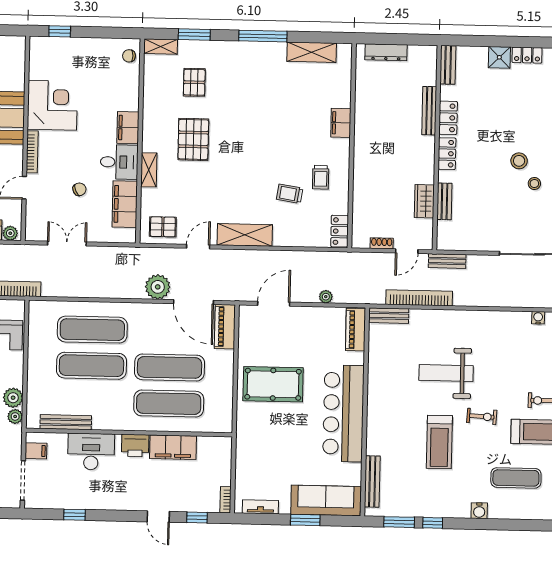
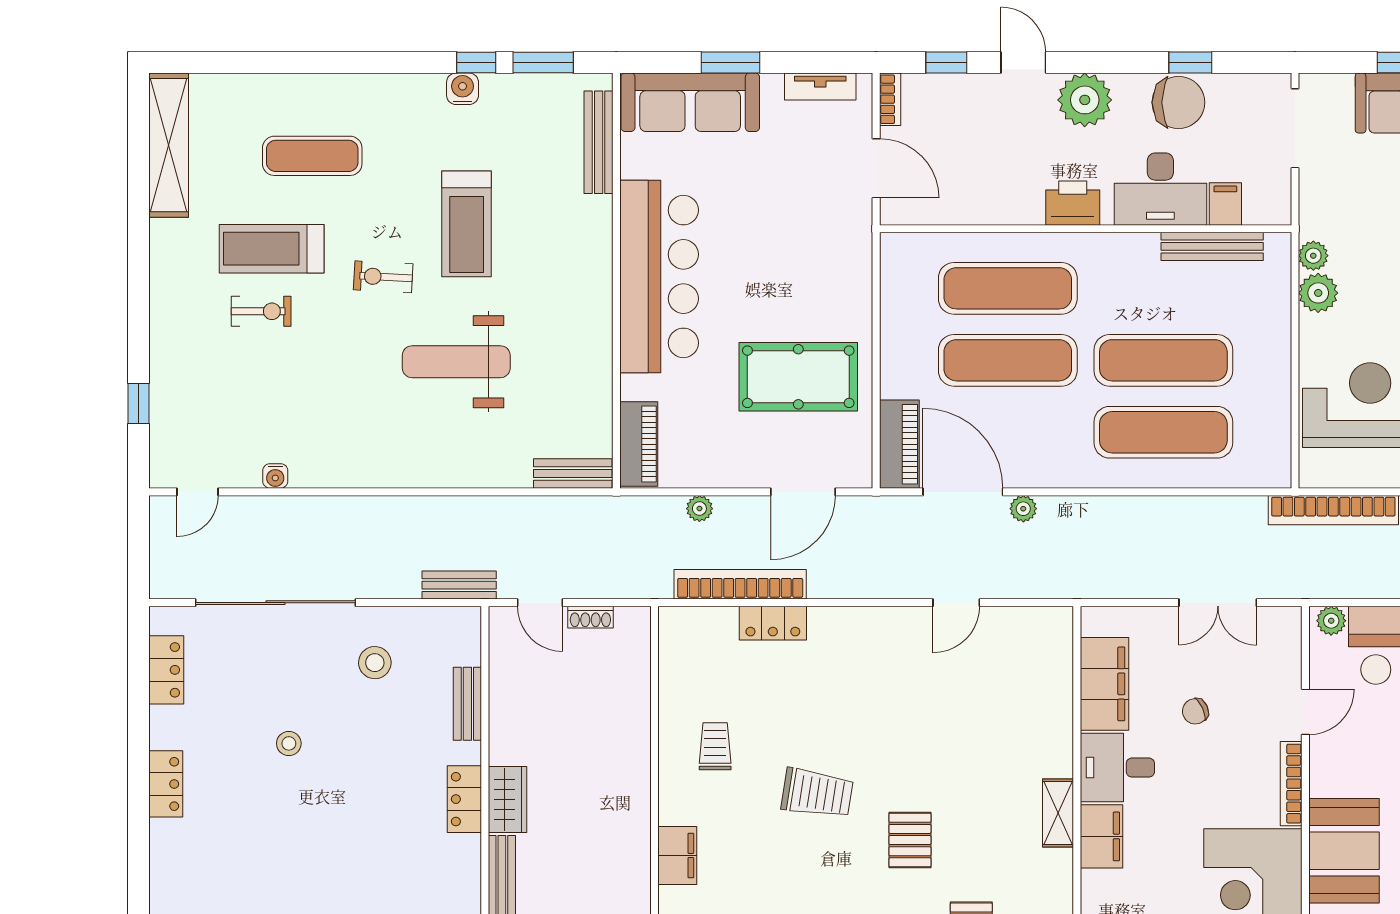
locker: (448, 118) -> (464, 871), removed
pallet: (193, 139) -> (910, 840), moved, width x0.67, depth x0.71
stool: (519, 161) -> (375, 663), moved
shelving: (149, 170) -> (1058, 813), moved
trolley: (290, 194) -> (817, 793), moved, width x1.36, depth x1.39
wardrobe: (424, 201) -> (507, 799), moved
pallet: (163, 227) -> (1027, 640), removed
locker: (340, 231) -> (773, 623), moved, turned 90
shelving: (245, 235) -> (864, 628), removed
door: (407, 251) -> (540, 603), swing flipped
plant: (158, 287) -> (1023, 509), width x0.53, depth x0.53
bookcase: (419, 298) -> (740, 584), moved, turned 180
weight bench: (446, 373) -> (456, 362), turned 180
pool table: (273, 384) -> (798, 377), moved
treadmill: (439, 442) -> (467, 224), turned 180
filing cabinet: (173, 447) -> (997, 201), removed
filing cabinet: (36, 451) -> (1225, 204), moved, turned 90
door: (233, 465) -> (876, 168), added
chair: (81, 495) -> (1178, 102), added
plant: (128, 497) -> (1085, 100), added
water cooler: (479, 511) -> (463, 89), moved

